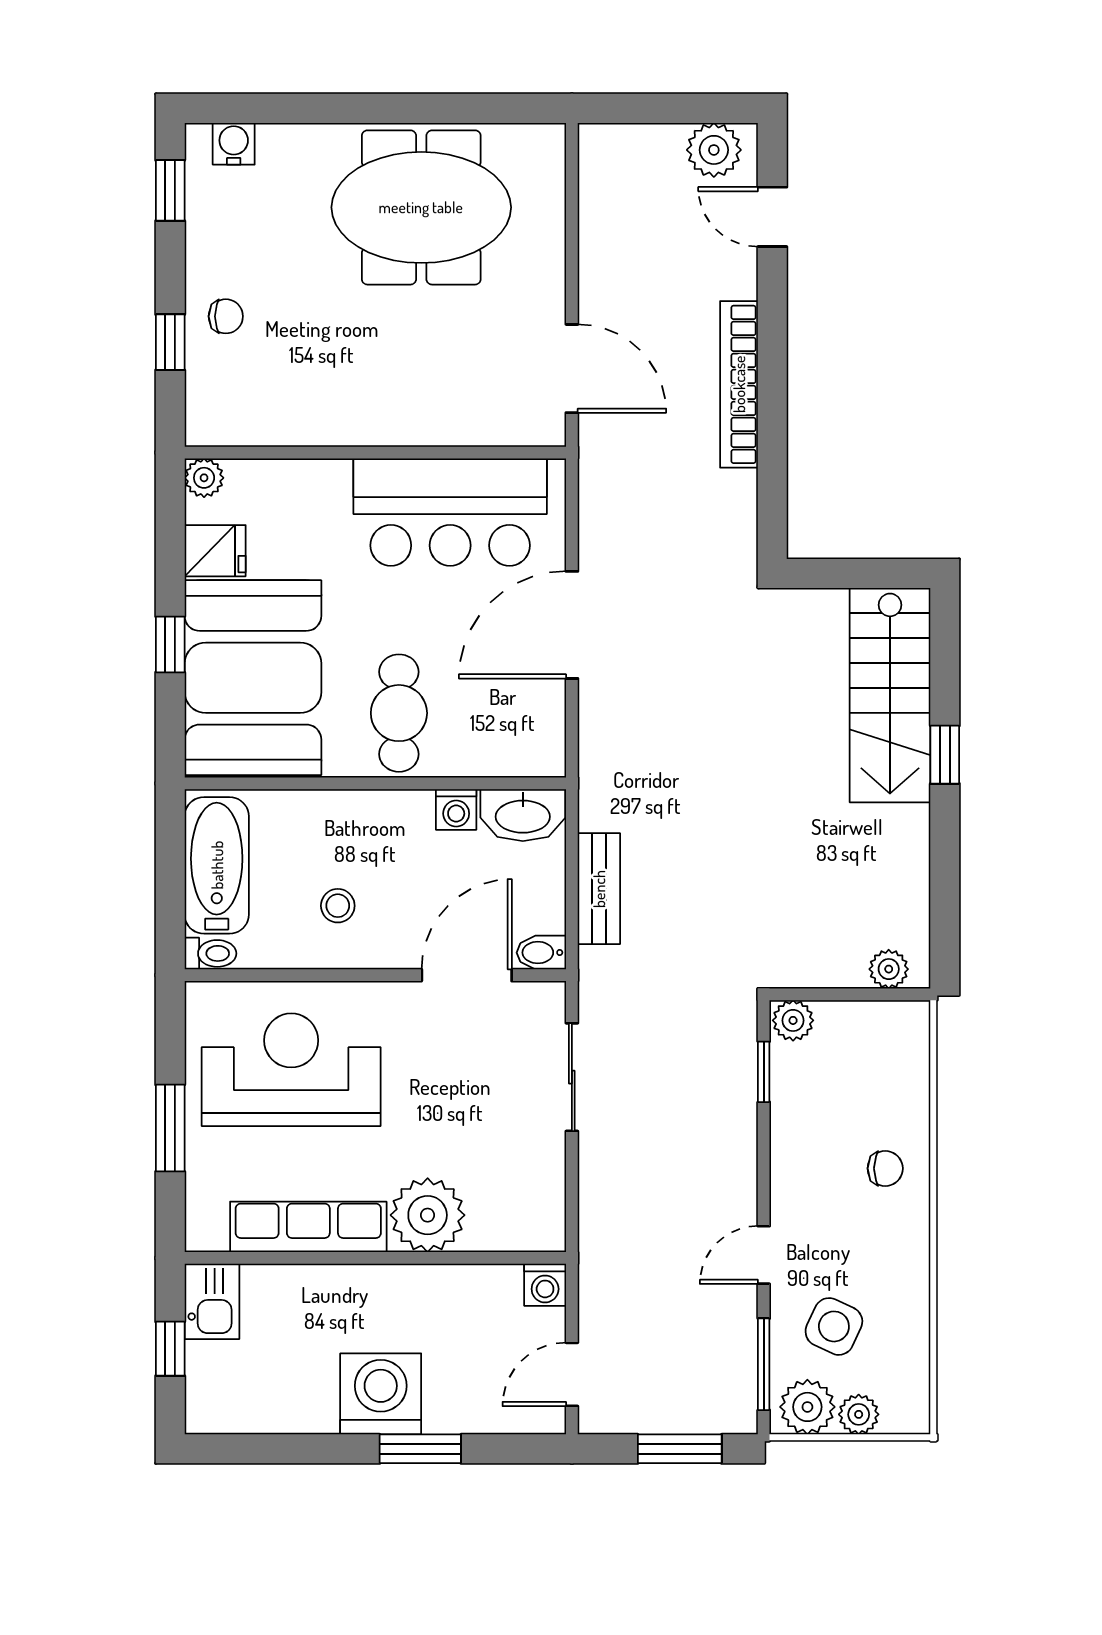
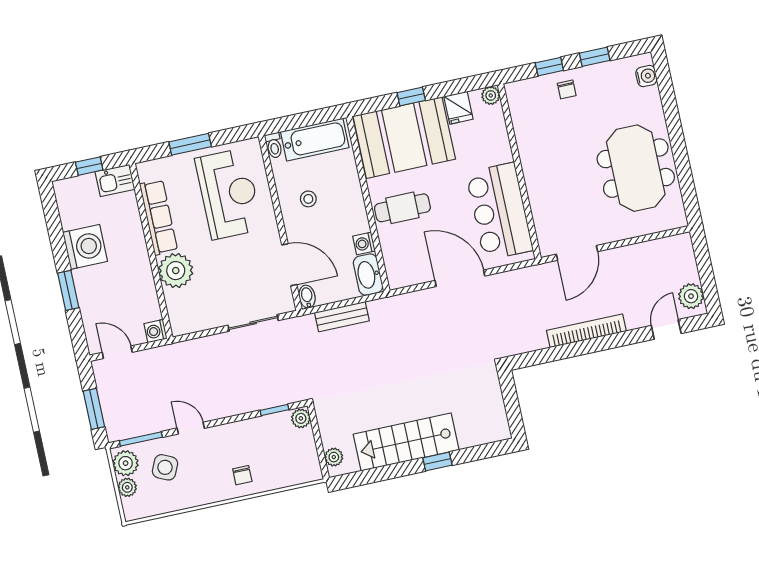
window: (170, 190) -> (595, 57), moved
stairs: (890, 695) -> (406, 442), moved
washing machine: (381, 1394) -> (85, 247), moved

